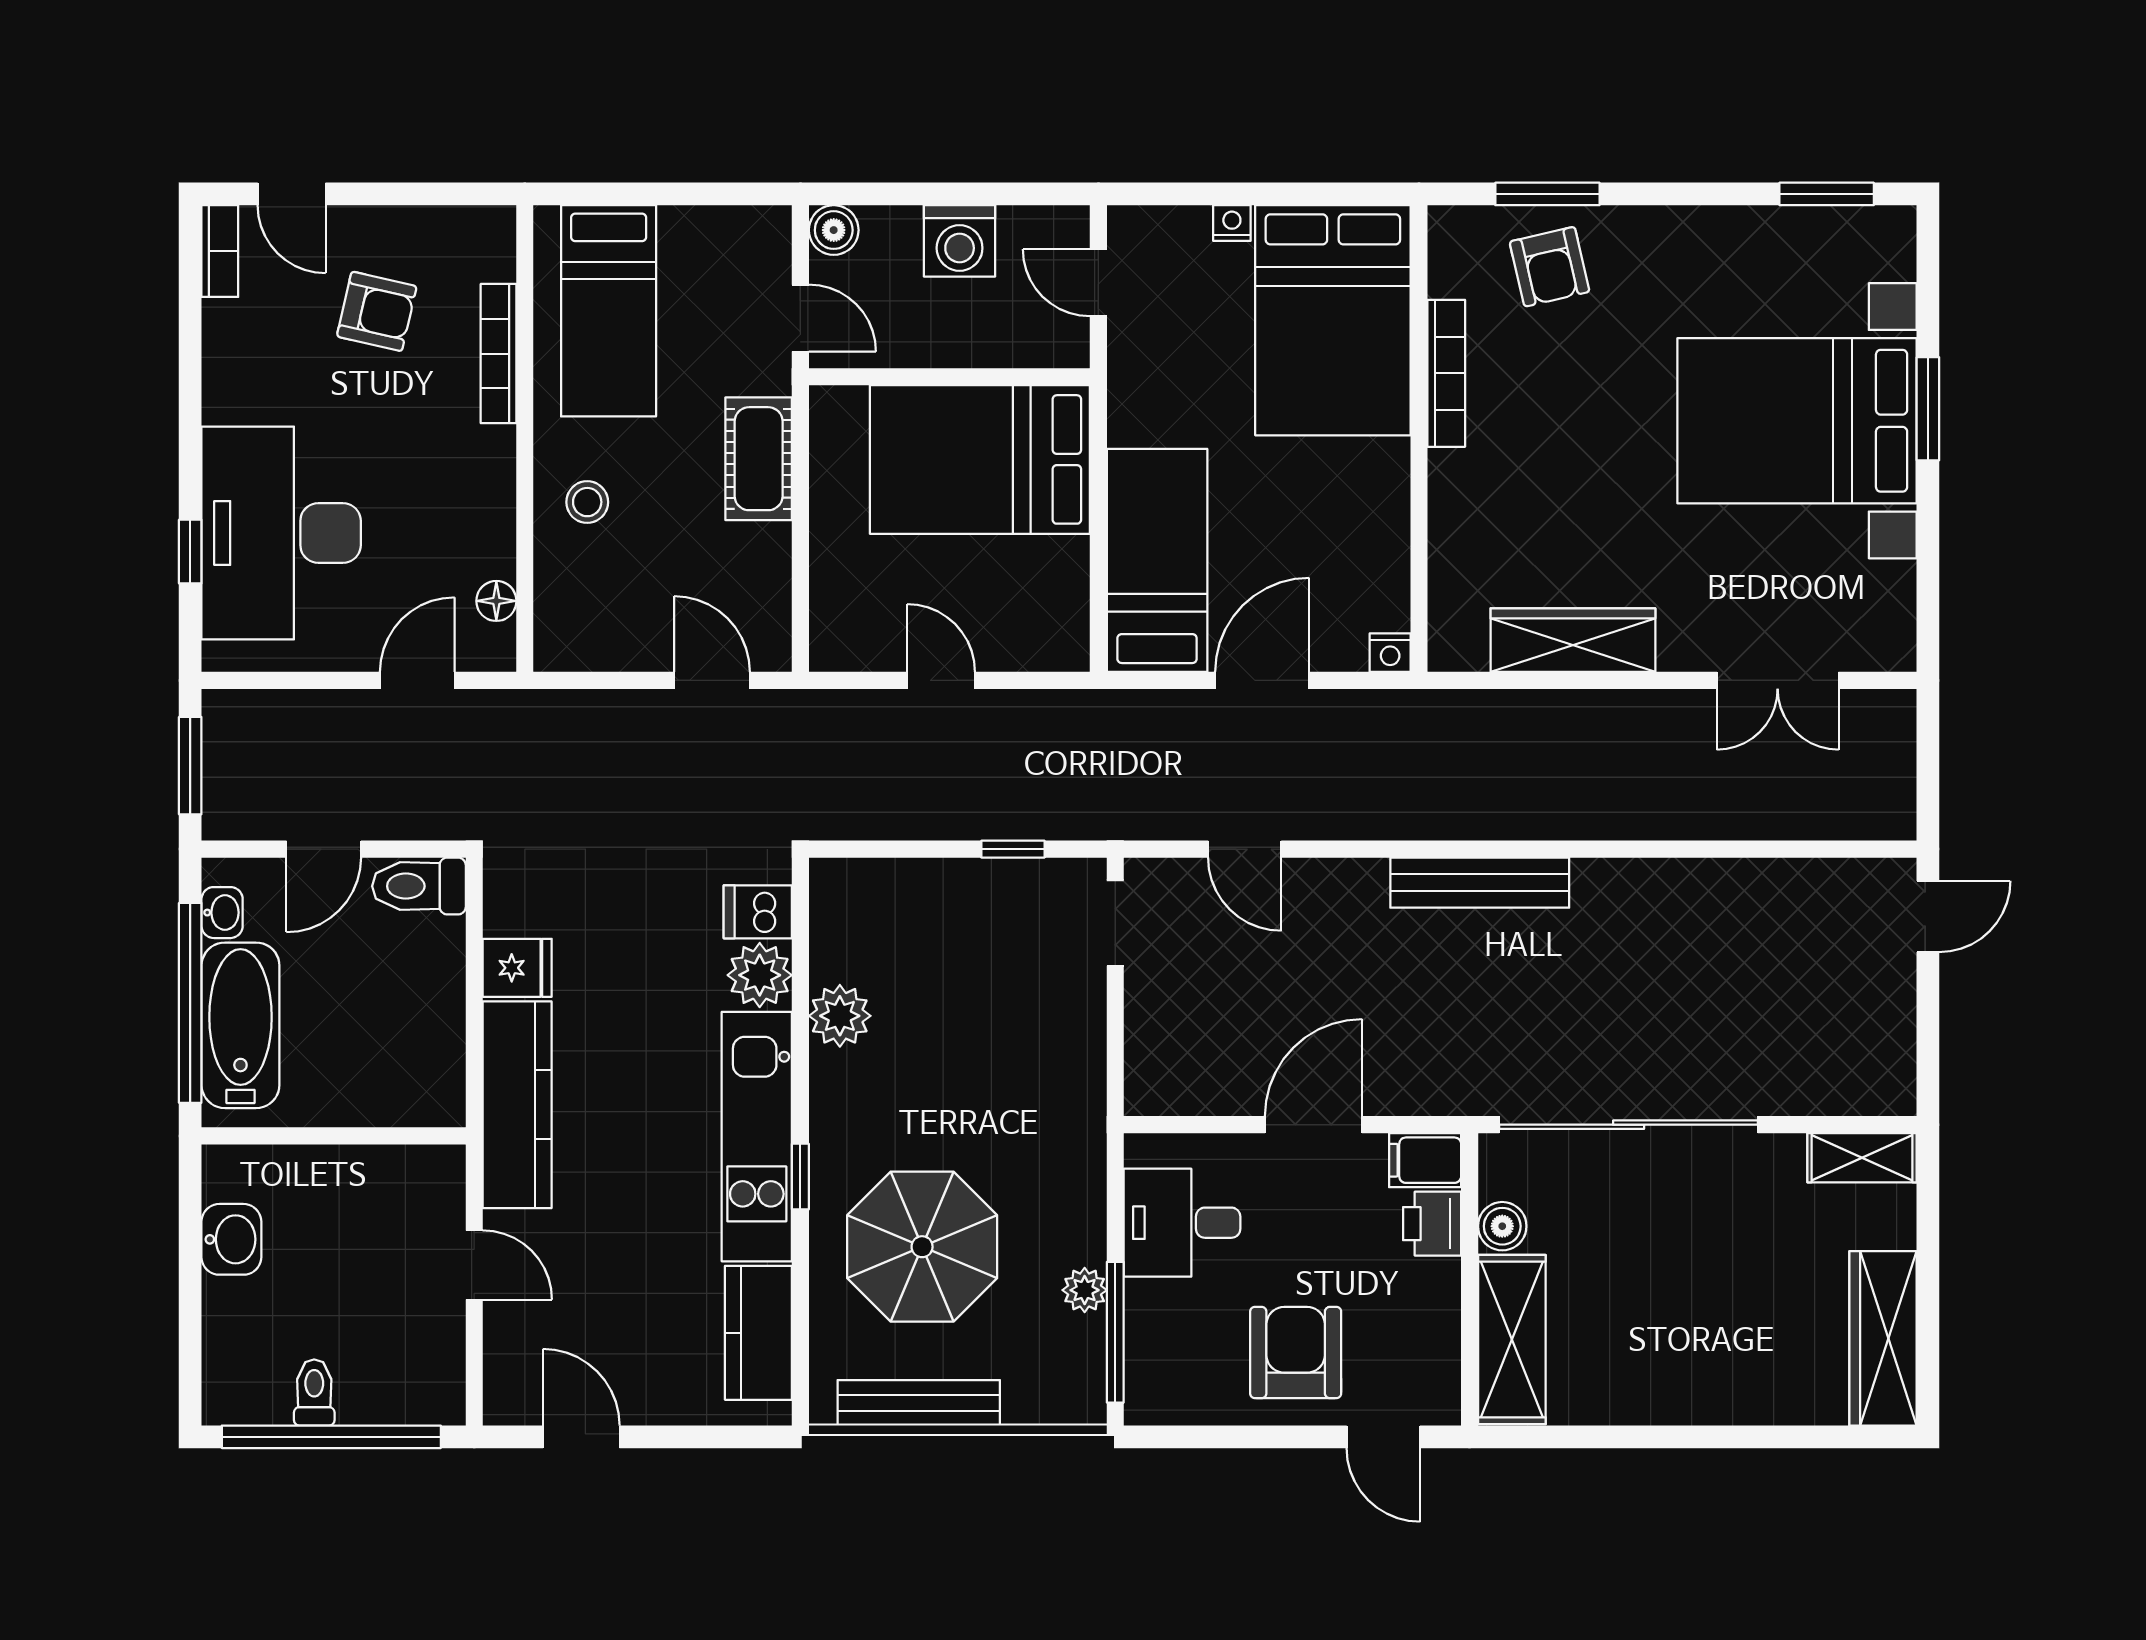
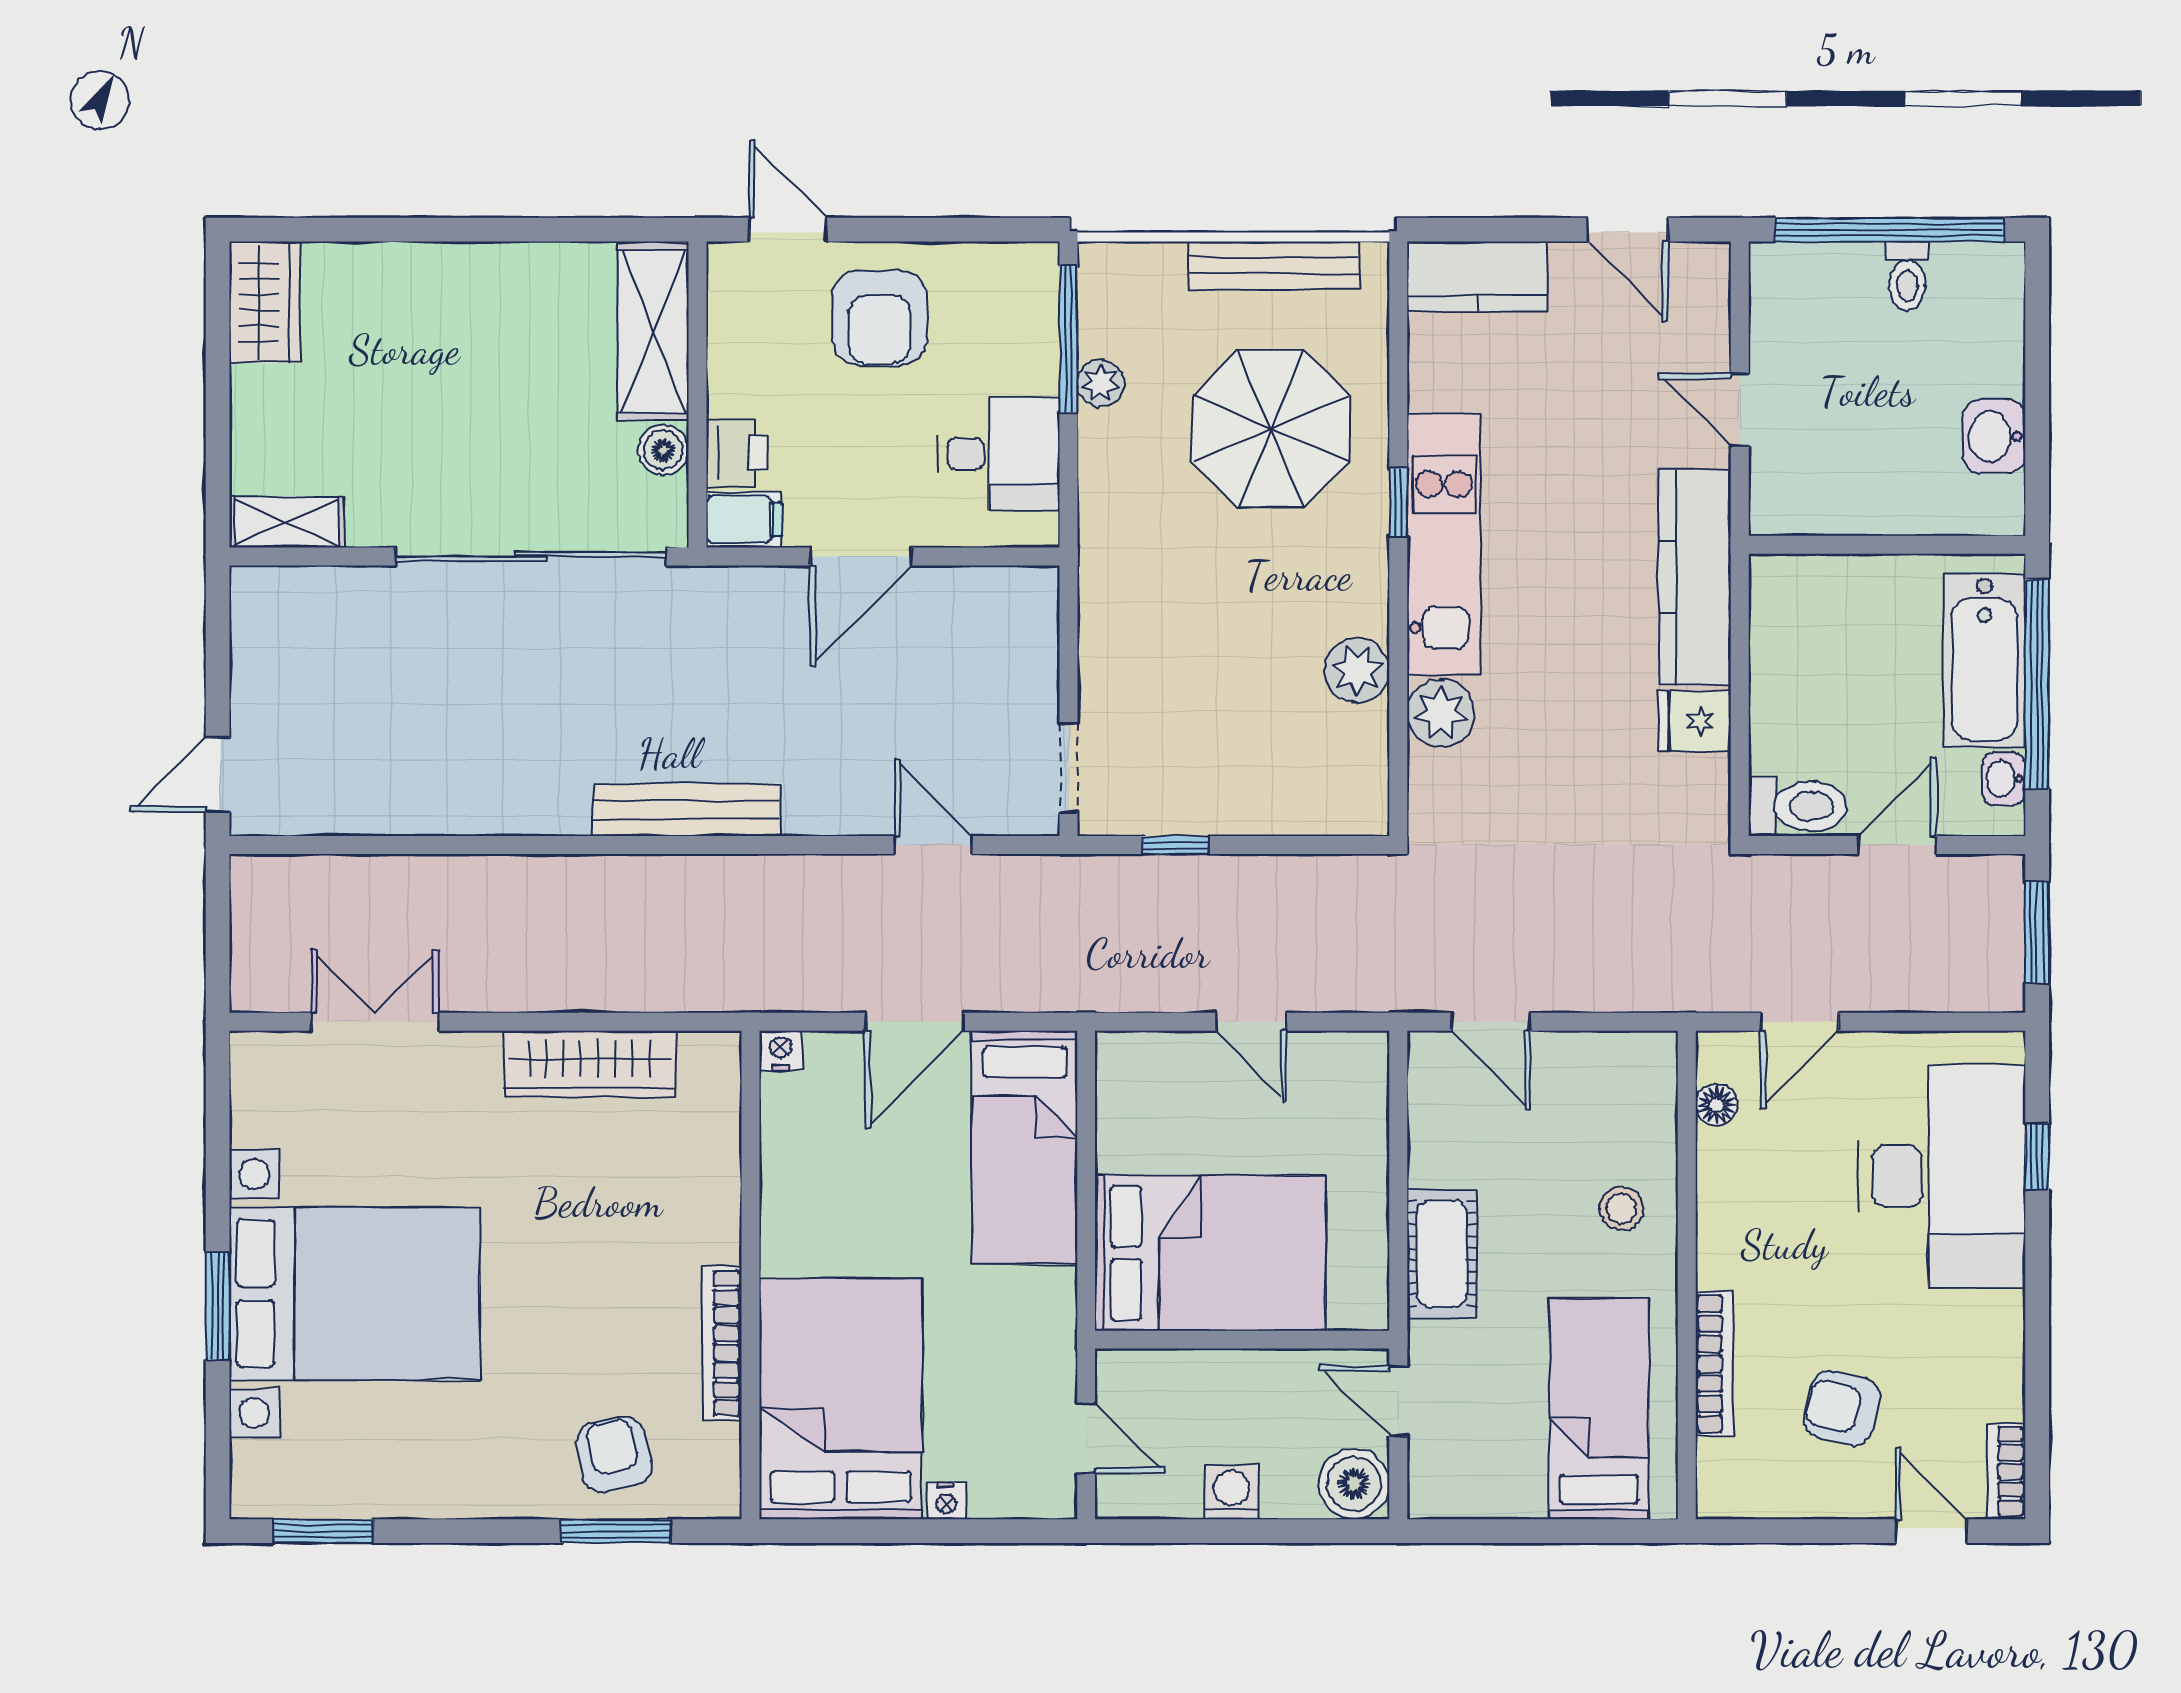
boiler: (834, 230) -> (1354, 1484), width x1.36, depth x1.36
washing machine: (960, 241) -> (1232, 1492), width x0.73, depth x0.73
dishwasher: (758, 912) -> (1443, 779), removed
kitchen counter: (758, 1333) -> (1477, 277), moved, turned 90
wardrobe: (1883, 1338) -> (265, 302), width x0.67

